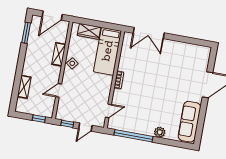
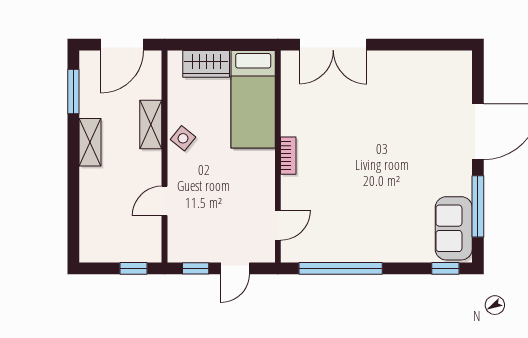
shelving: (24, 87) -> (90, 142), moved
window: (201, 119) -> (478, 206), added
sofa: (189, 122) -> (454, 228), width x0.73
plant: (160, 132) -> (395, 251), removed
window: (181, 145) -> (445, 268), added

